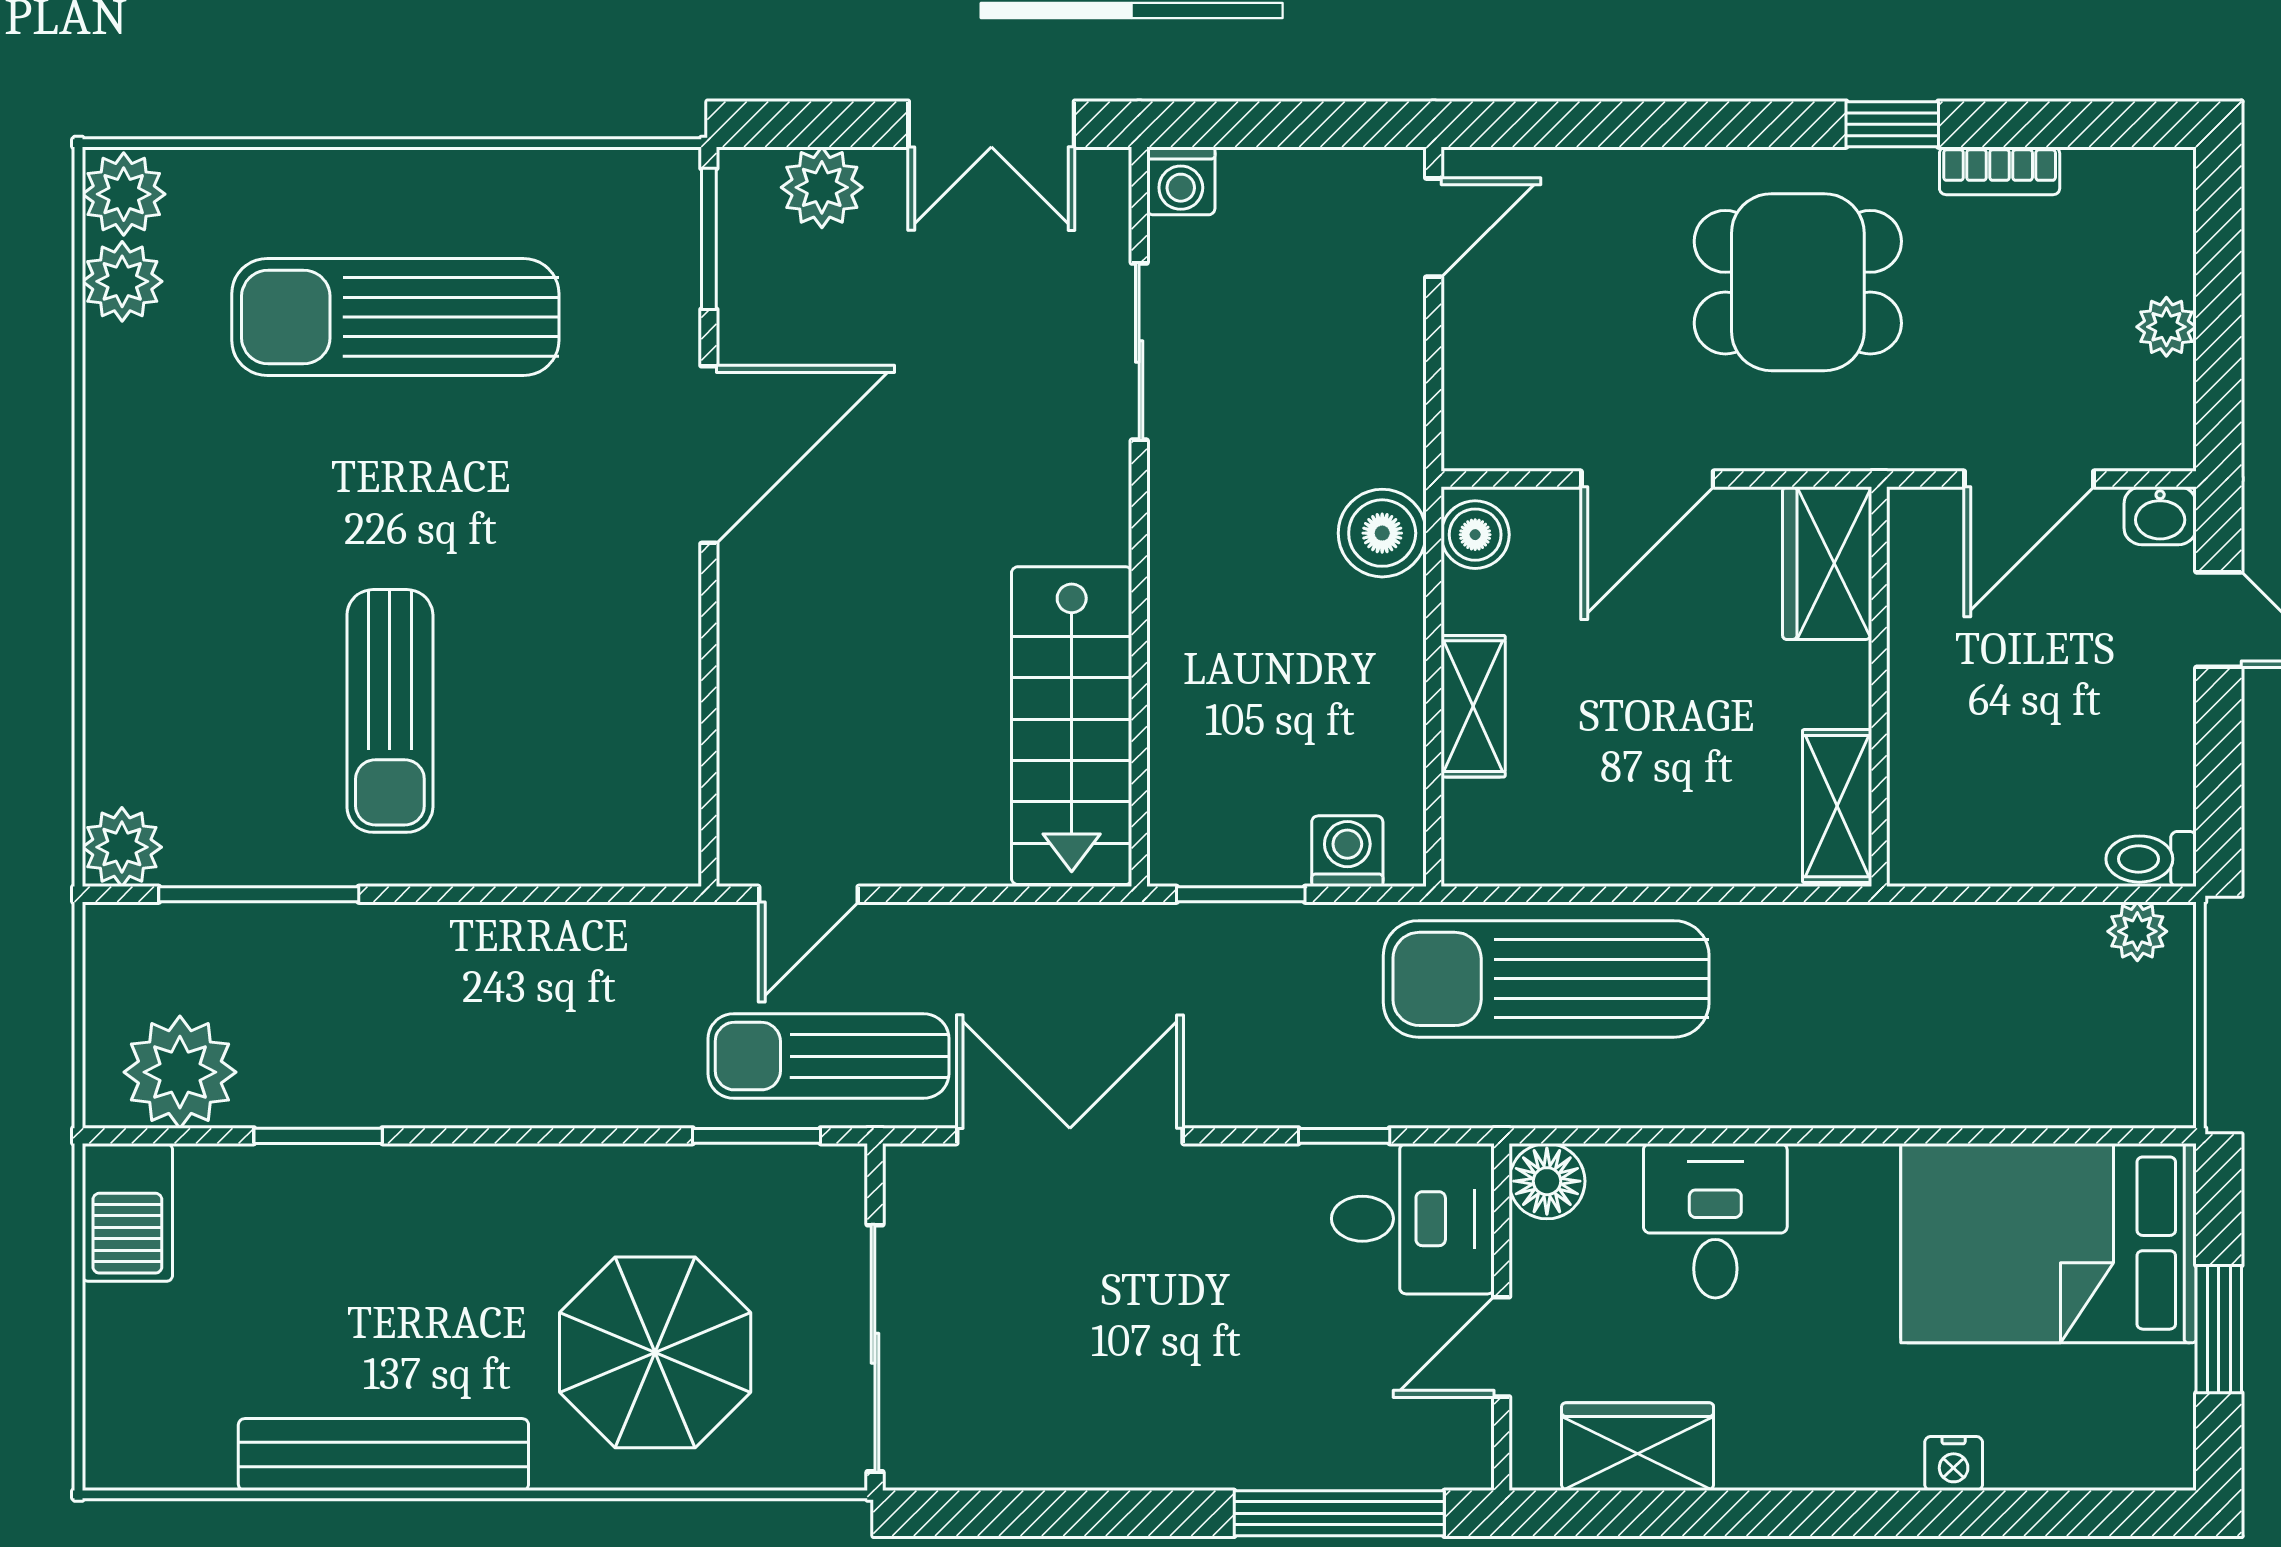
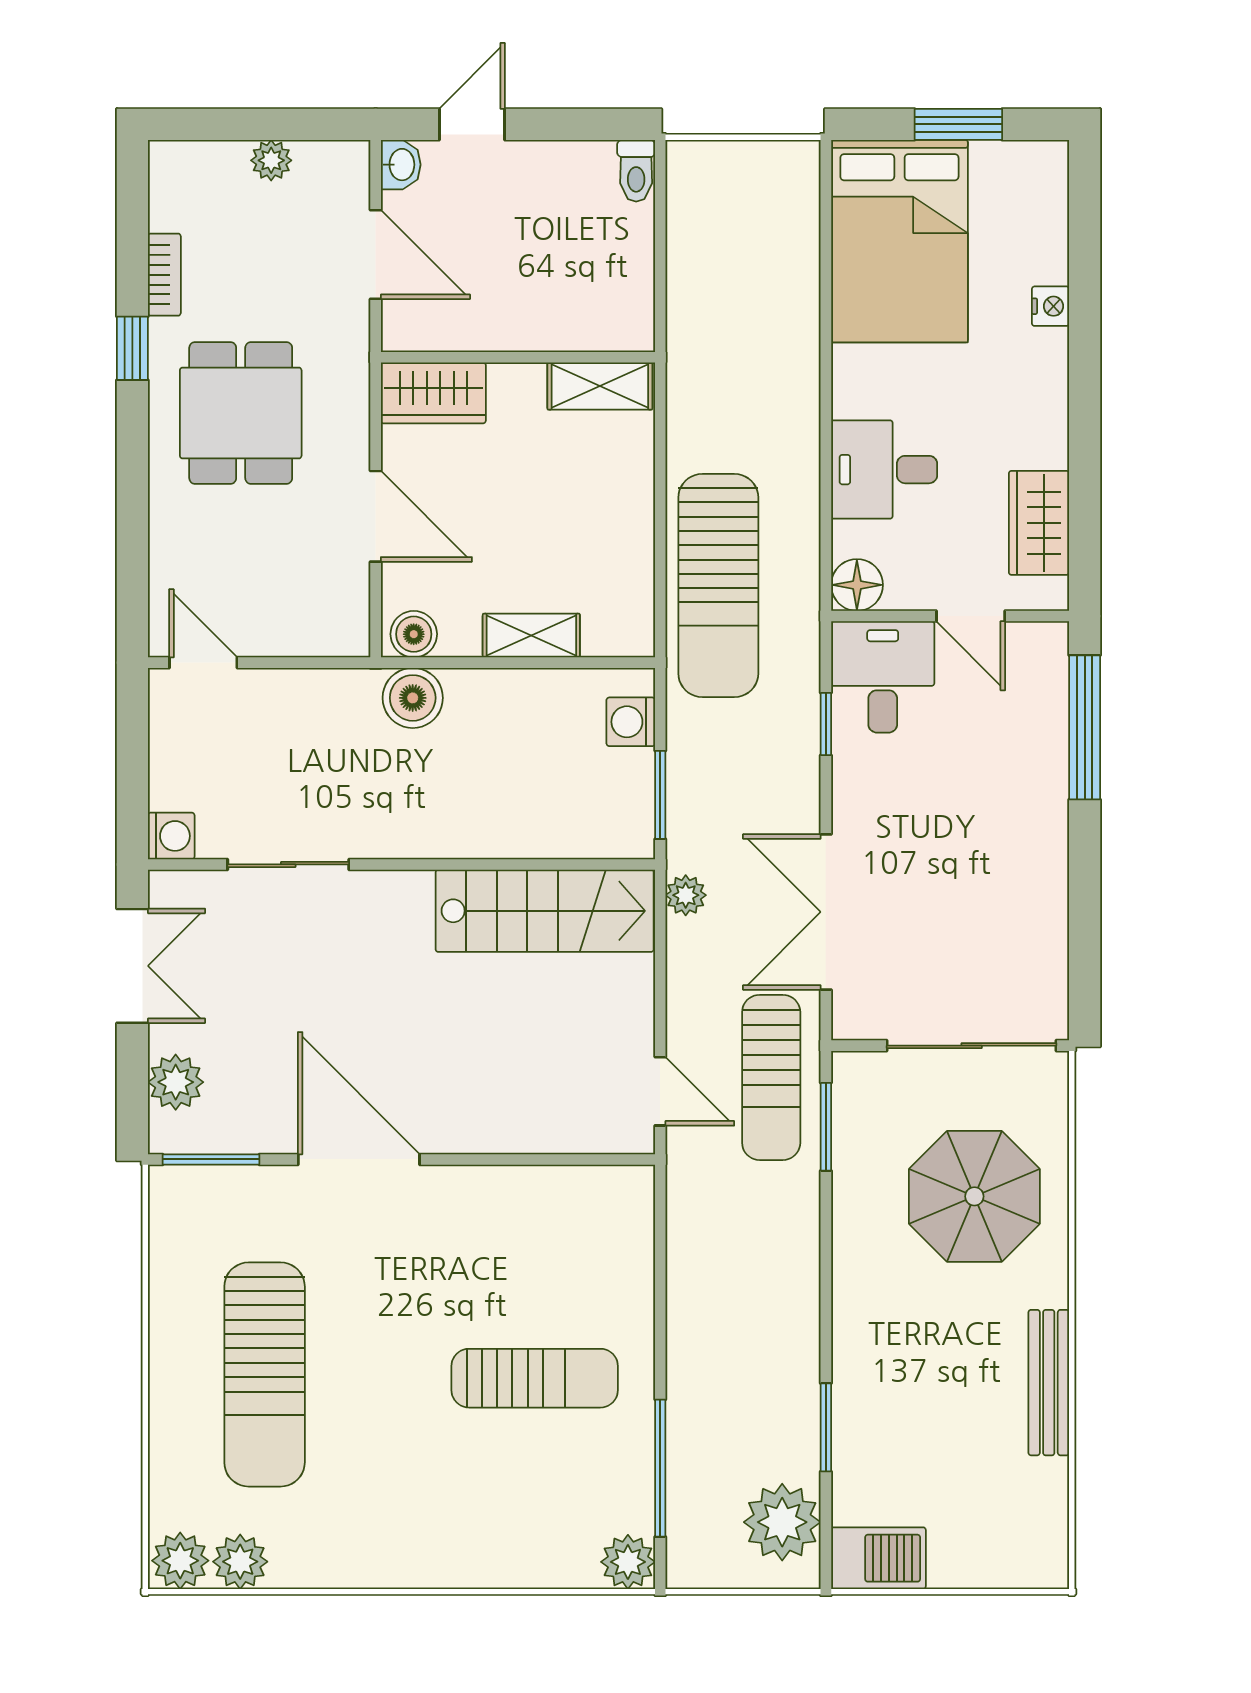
plant: (2137, 931) -> (686, 895), moved
bench: (383, 1455) -> (1049, 1383), width x0.73, depth x0.82

